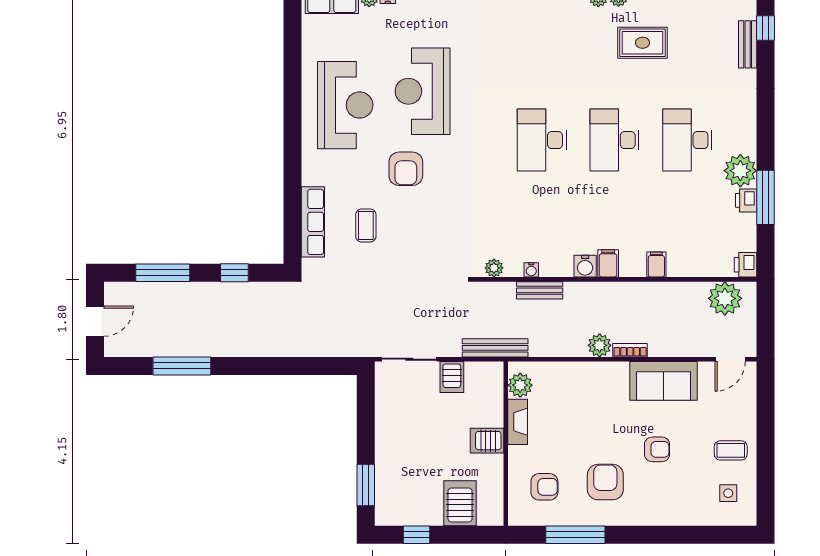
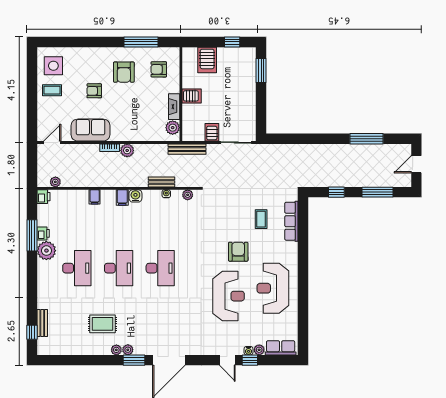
plant: (725, 298) -> (55, 182), width x0.53, depth x0.53
side table: (728, 493) -> (53, 66), width x1.87, depth x1.87

